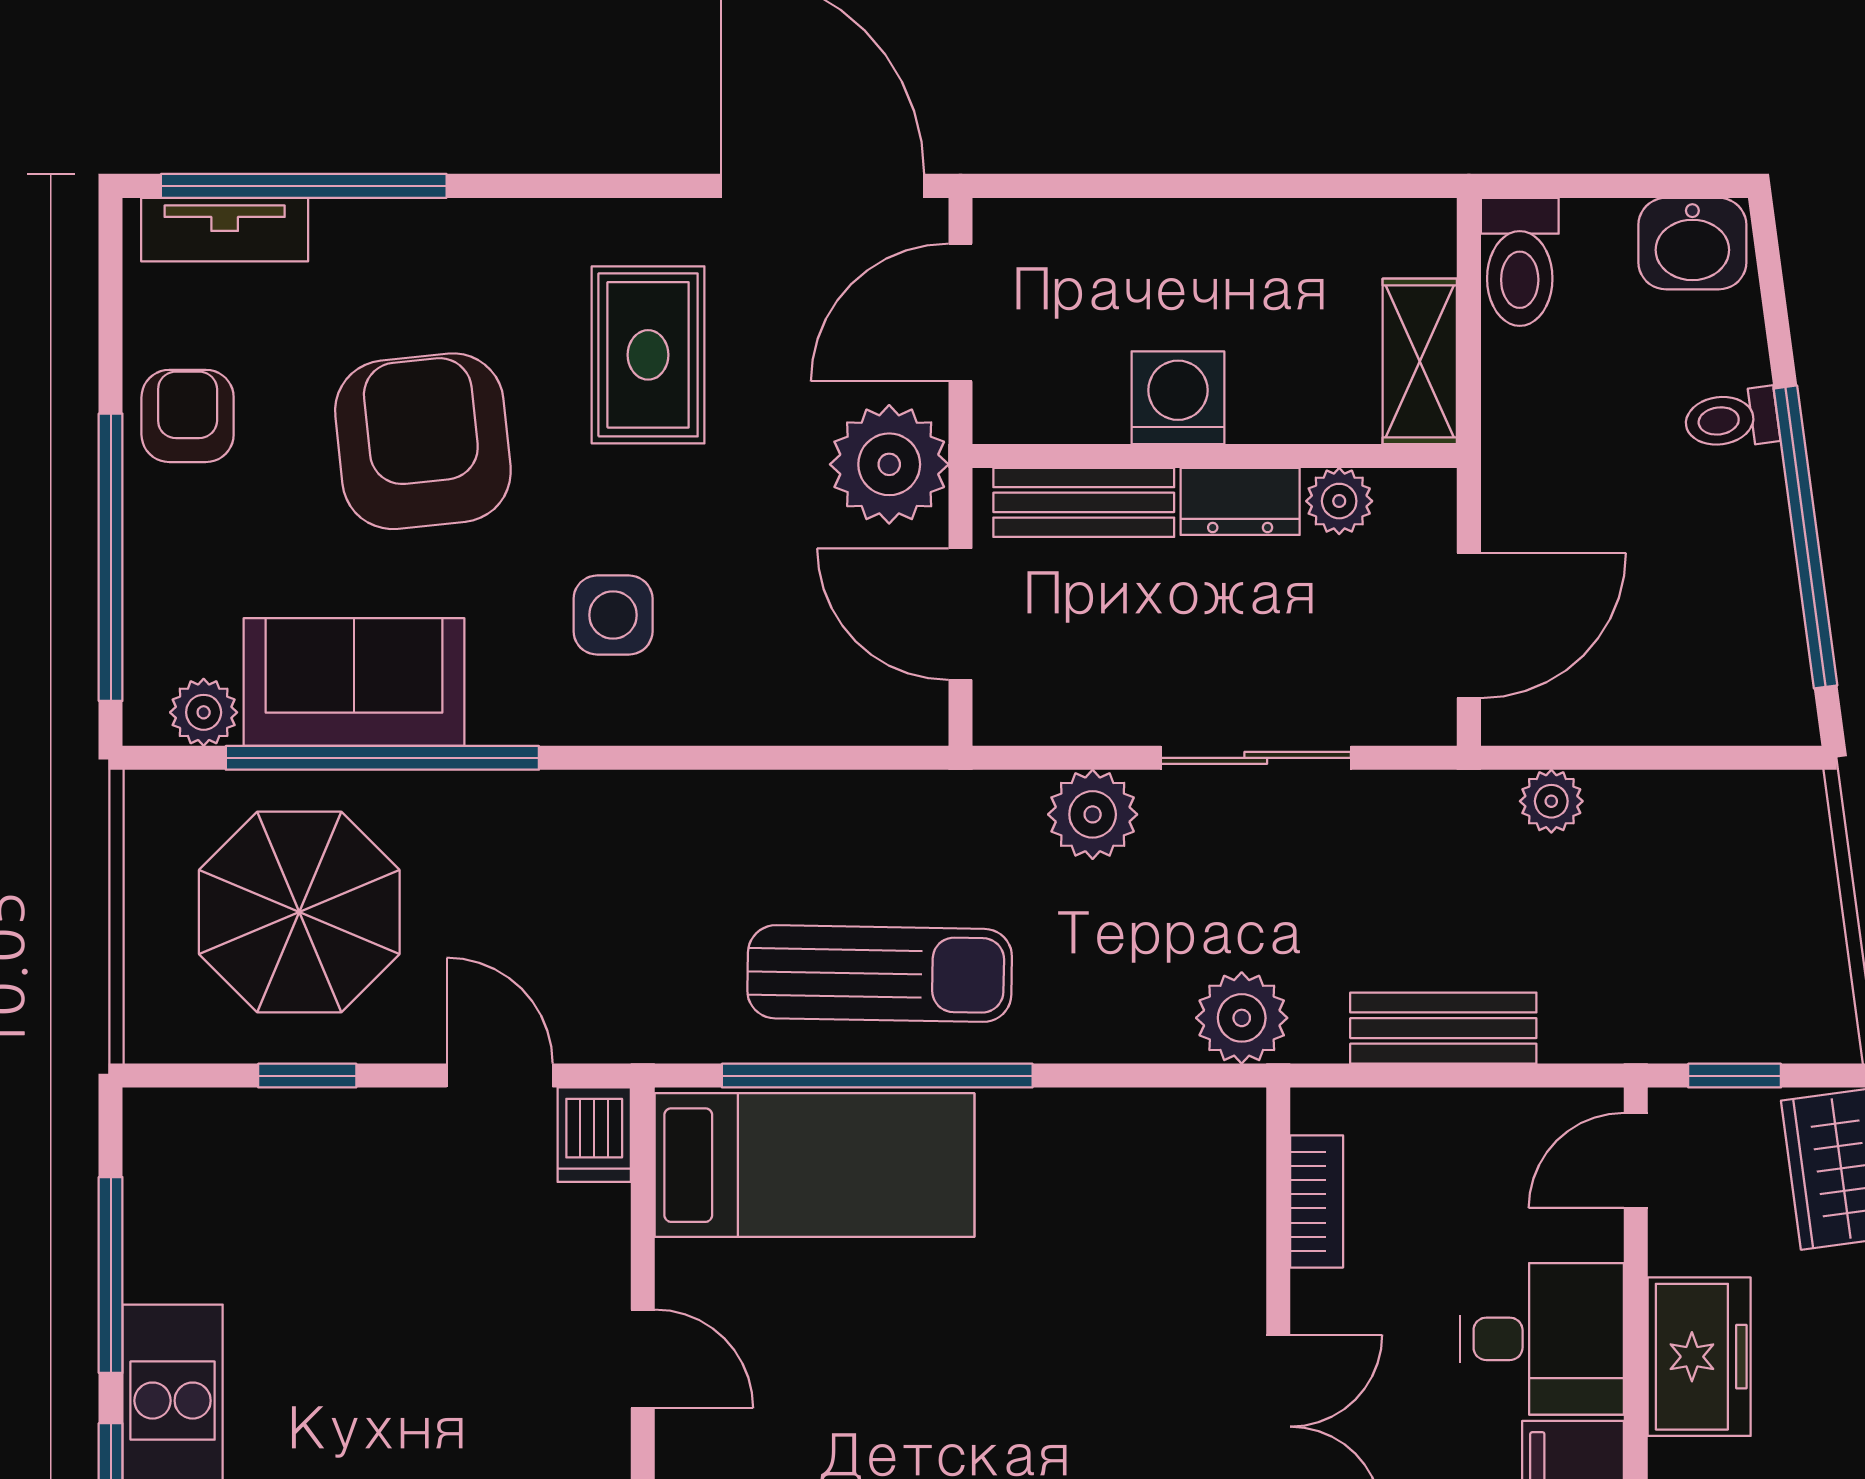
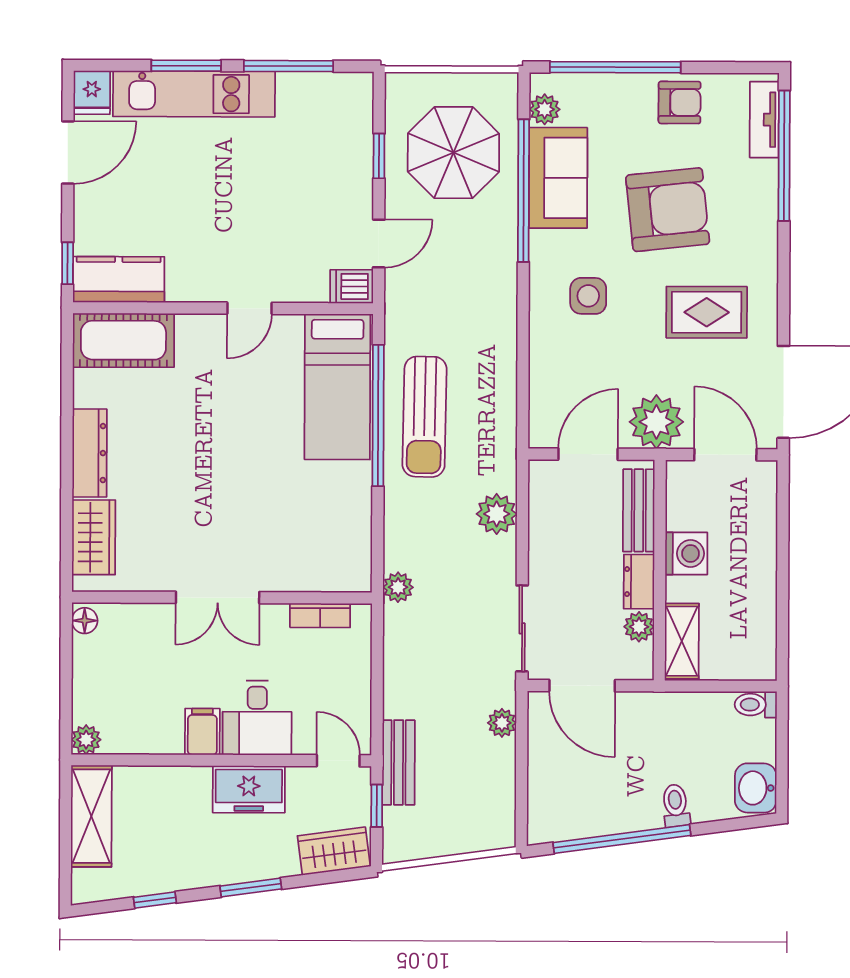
toilet: (1520, 262) -> (756, 705), width x0.73, depth x0.72
shelving: (1420, 361) -> (682, 641), moved, turned 90
sliding door: (1256, 758) -> (522, 628), moved
plant: (1242, 1018) -> (398, 587), width x0.73, depth x0.73
bench: (1443, 1028) -> (398, 762), moved

